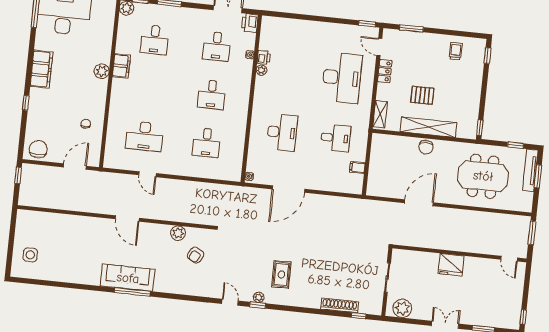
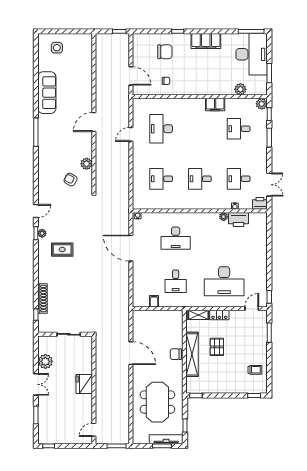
printer: (264, 57) -> (238, 220), width x1.87, depth x1.48
plant: (102, 71) -> (240, 89), moved
locker: (385, 71) -> (219, 315), moved
chair: (38, 149) -> (165, 52), moved
sofa: (128, 278) -> (47, 93), moved
plant: (402, 308) -> (45, 361), moved

